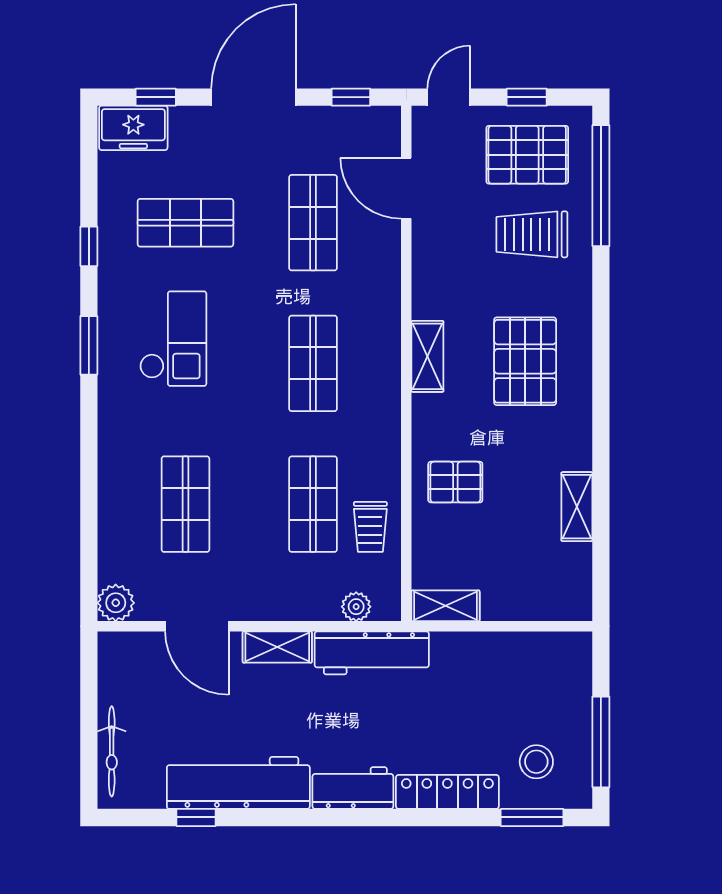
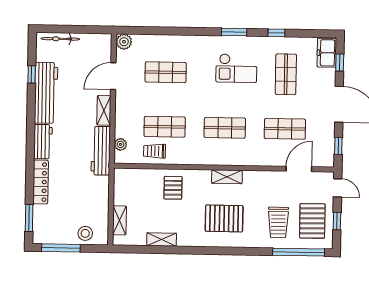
trolley: (532, 234) -> (278, 222), turned 180
shelving: (446, 606) -> (120, 220), moved
stool: (536, 762) -> (85, 233), moved

